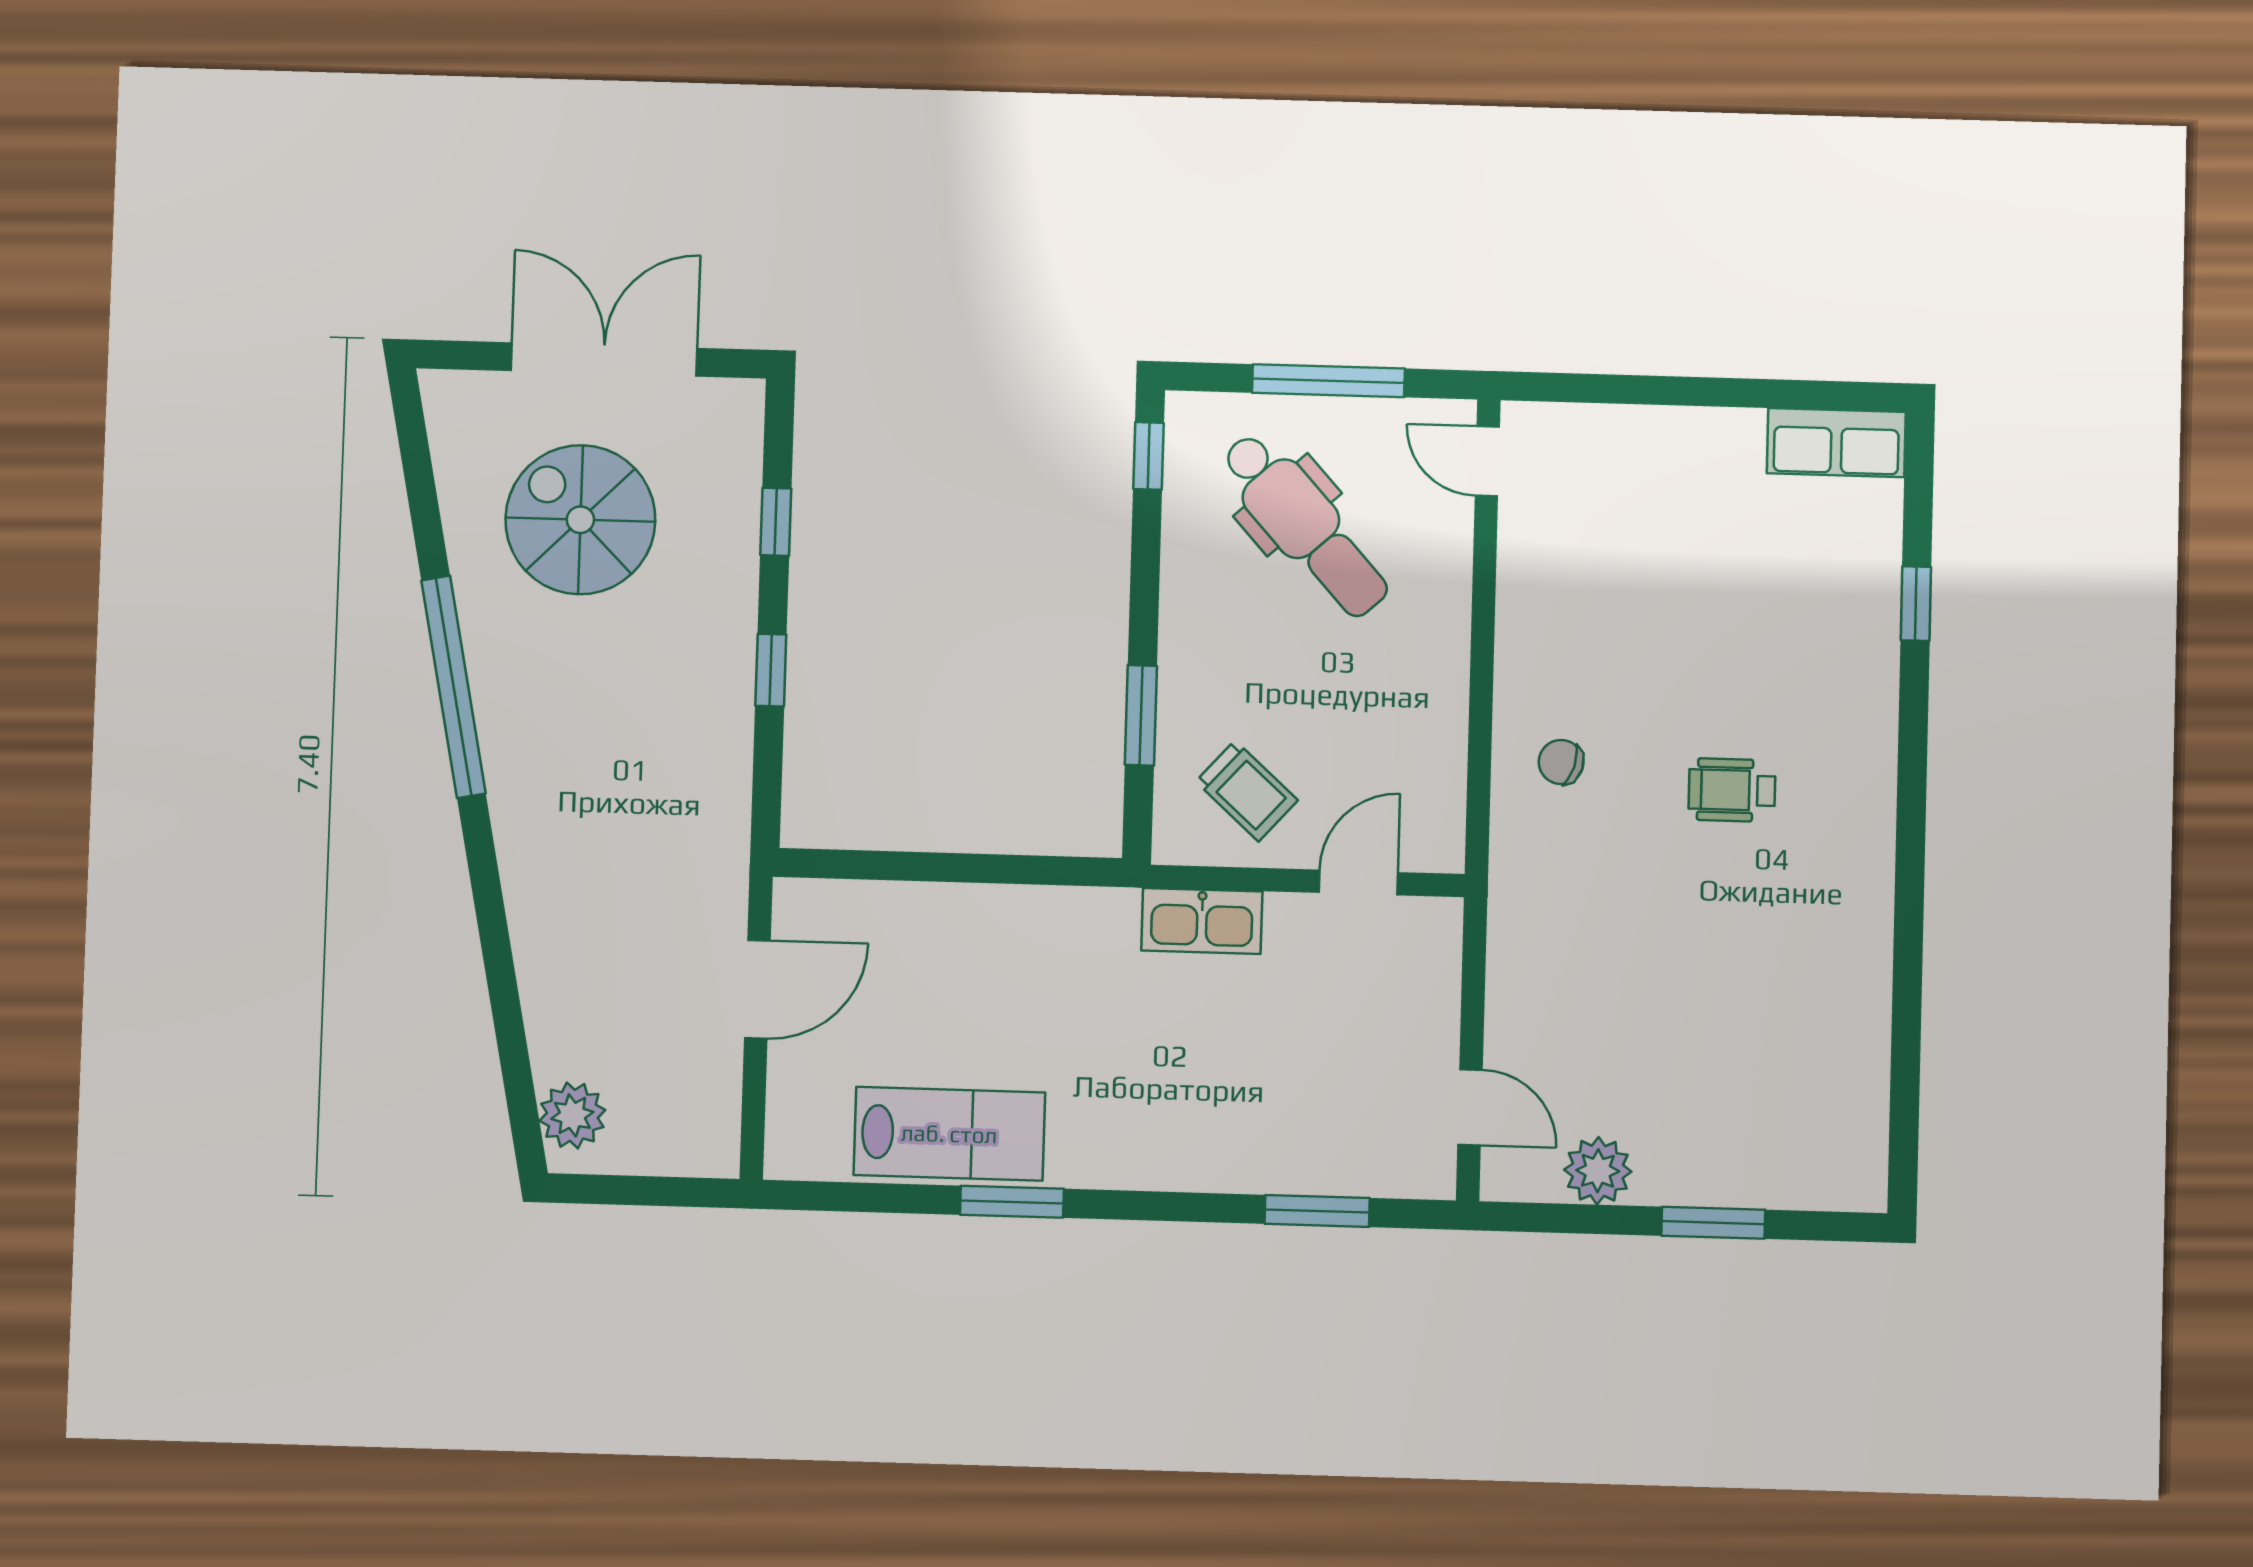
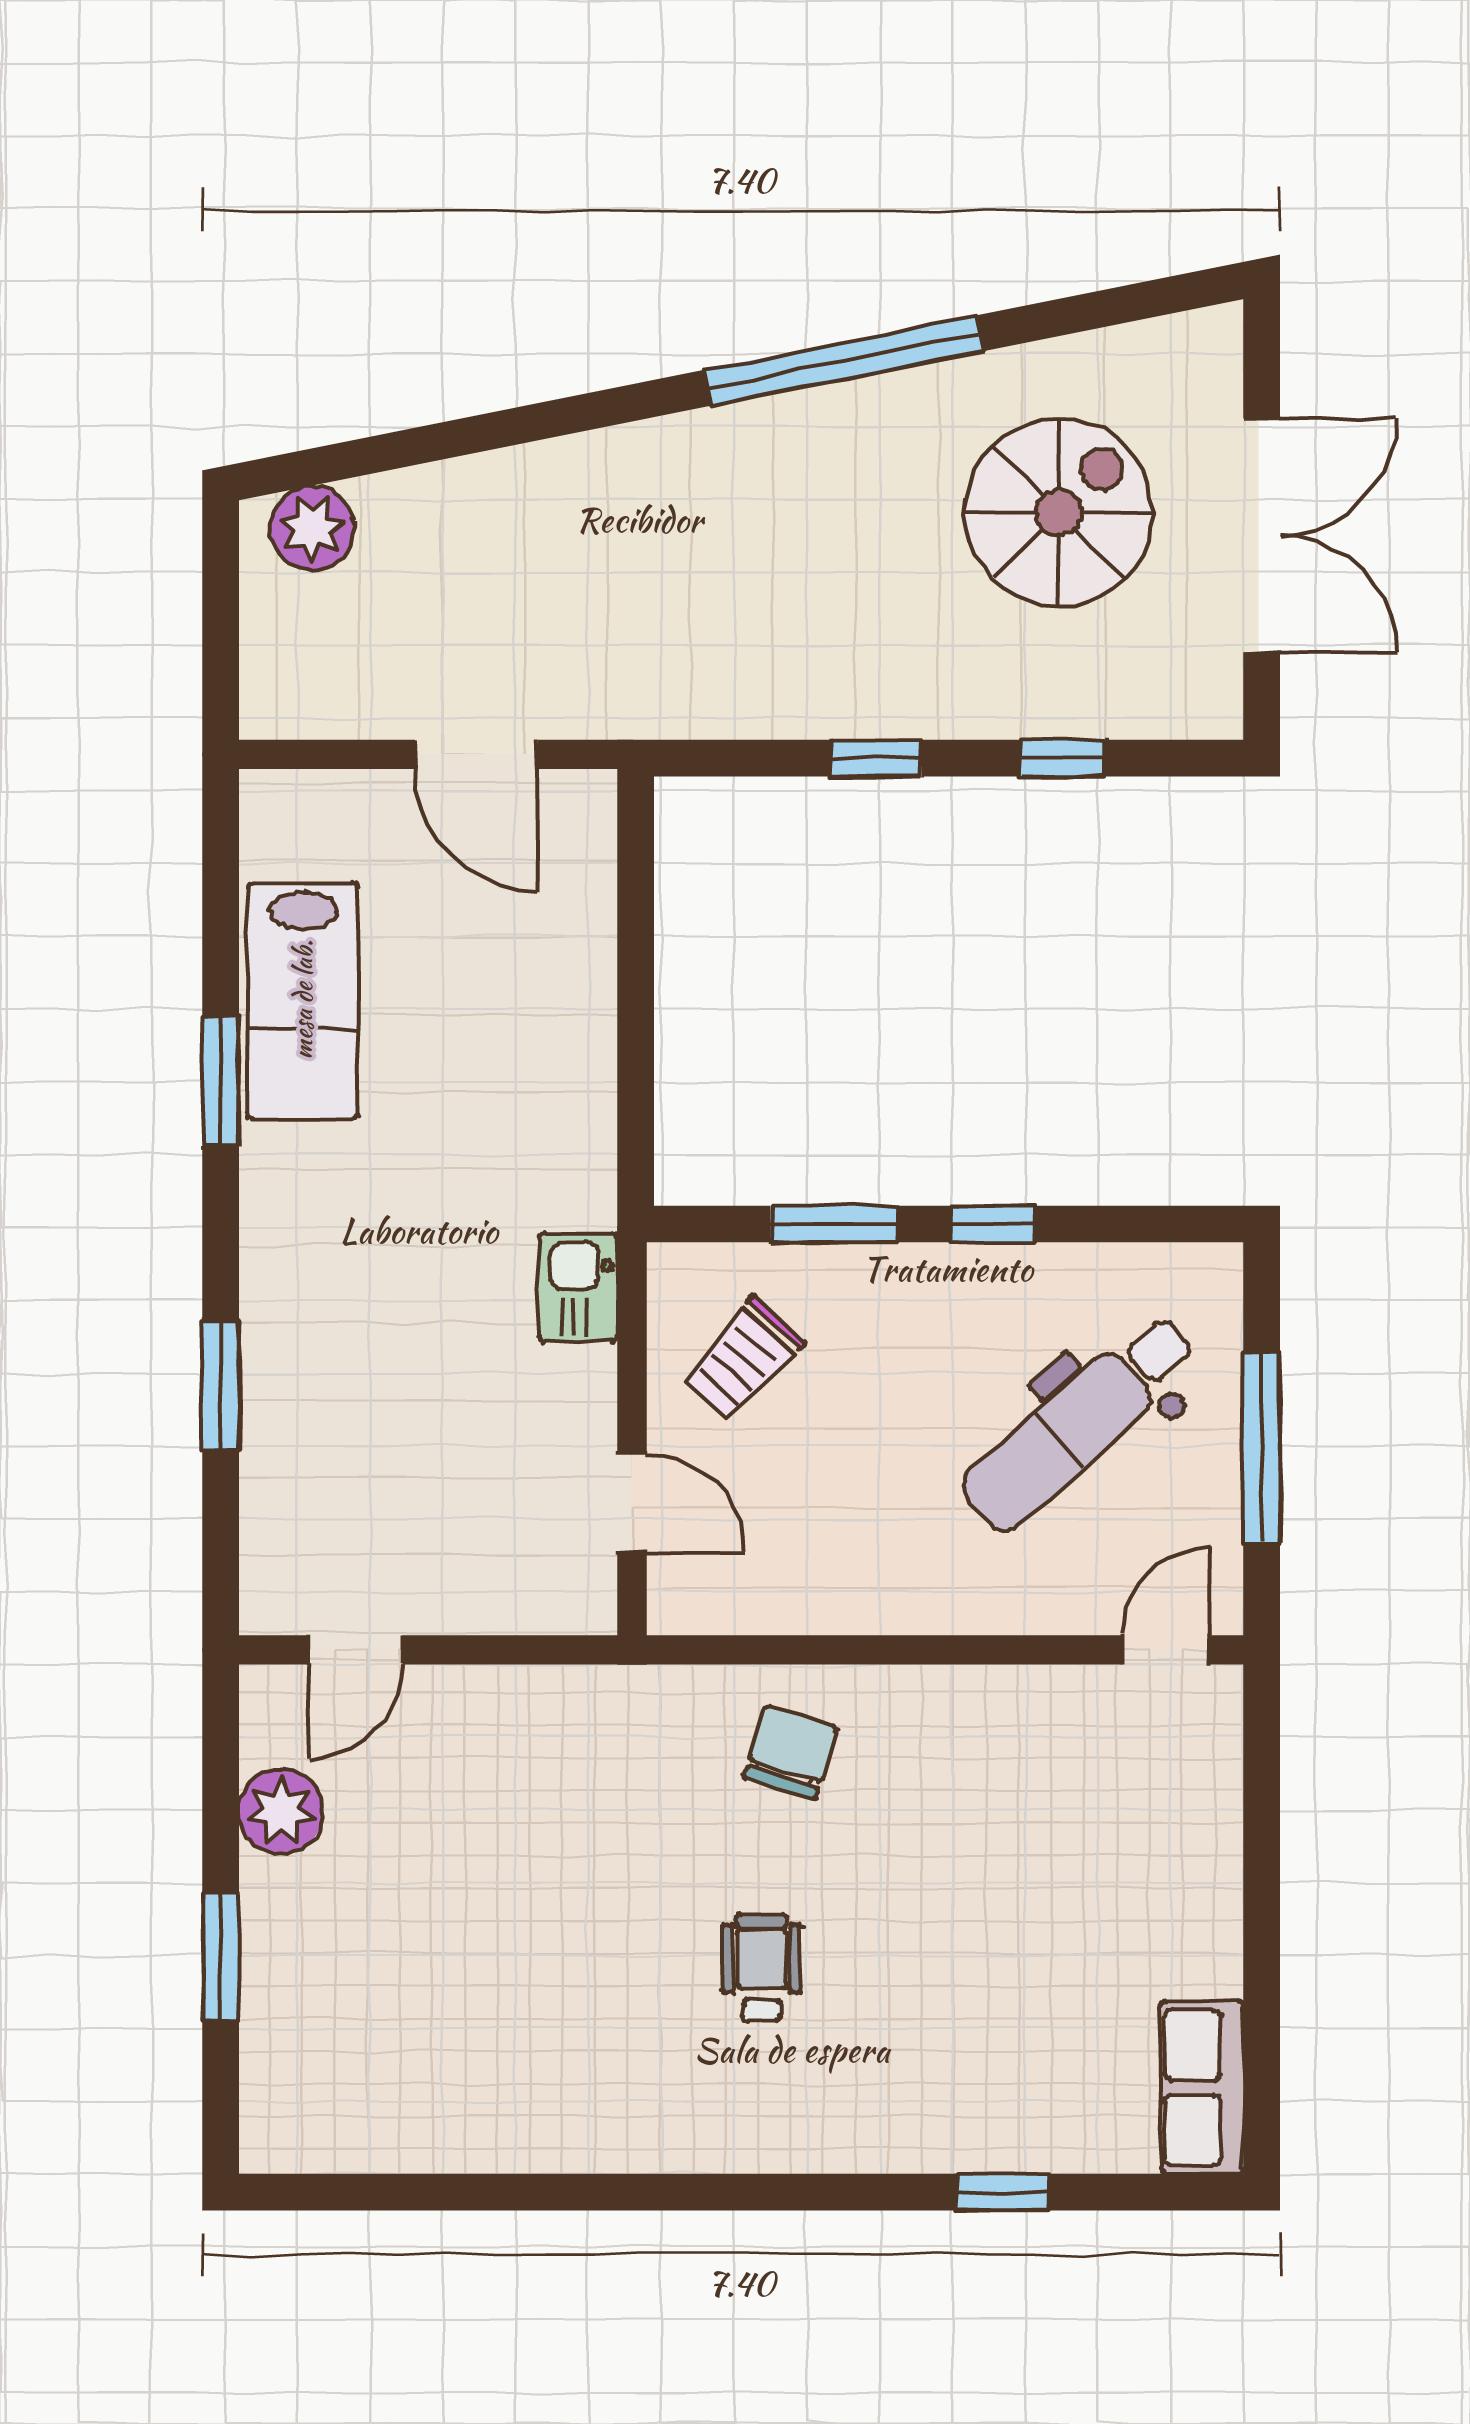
window: (1149, 456) -> (993, 1224), moved
chair: (1561, 762) -> (790, 1752), width x1.37, depth x1.37
kitchen sink: (1202, 921) -> (578, 1288), width x0.73
window: (1317, 1211) -> (221, 1385), moved

